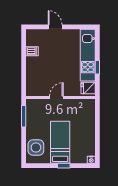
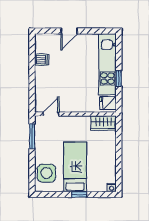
door: (55, 27) -> (69, 31), swing flipped
door: (56, 97) -> (51, 114), moved
wardrobe: (84, 105) -> (103, 123), added

